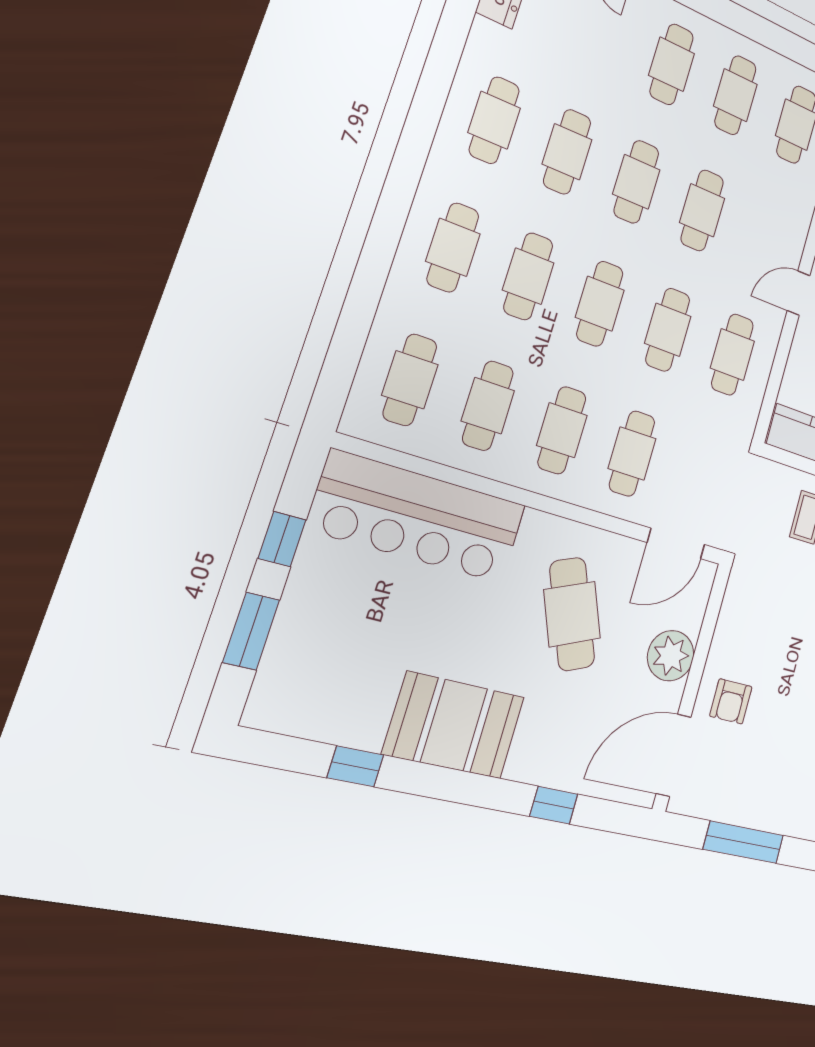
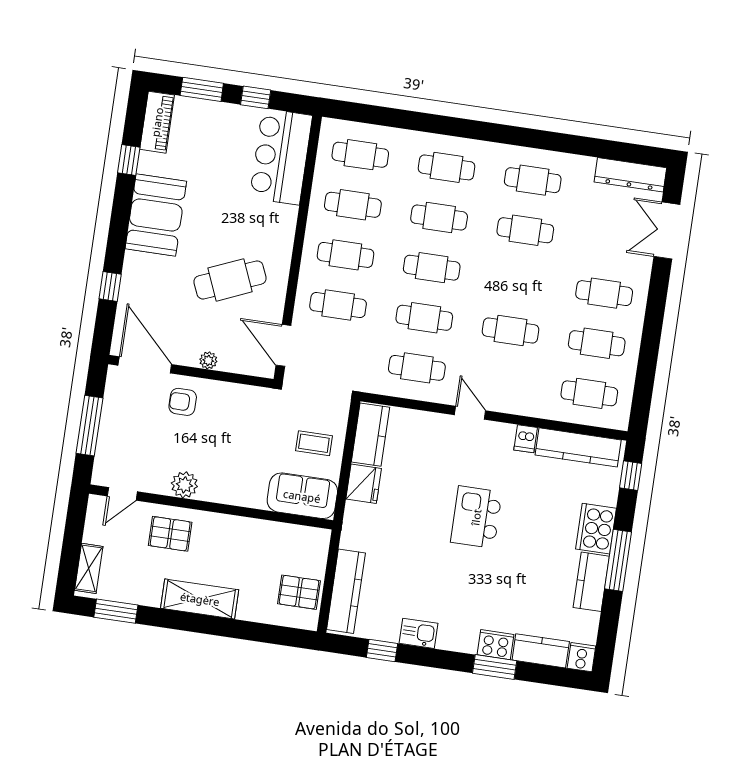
cafe table: (636, 182) -> (518, 280), removed
bar counter: (418, 517) -> (281, 157), width x0.73
plant: (671, 656) -> (208, 360), width x0.53, depth x0.53
piano: (297, 714) -> (157, 122), added

